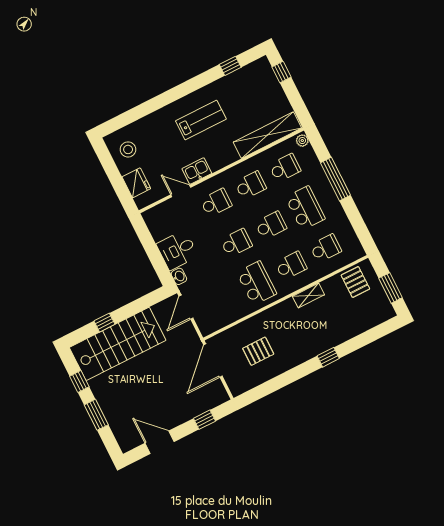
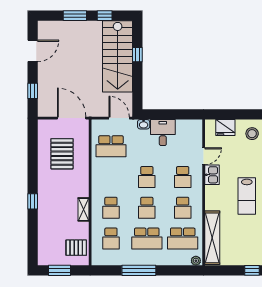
school desk: (285, 168) -> (183, 239), width x1.85
window: (335, 179) -> (139, 270), moved
school desk: (257, 283) -> (111, 146), moved
pallet: (258, 351) -> (62, 154), width x1.50, depth x1.42

